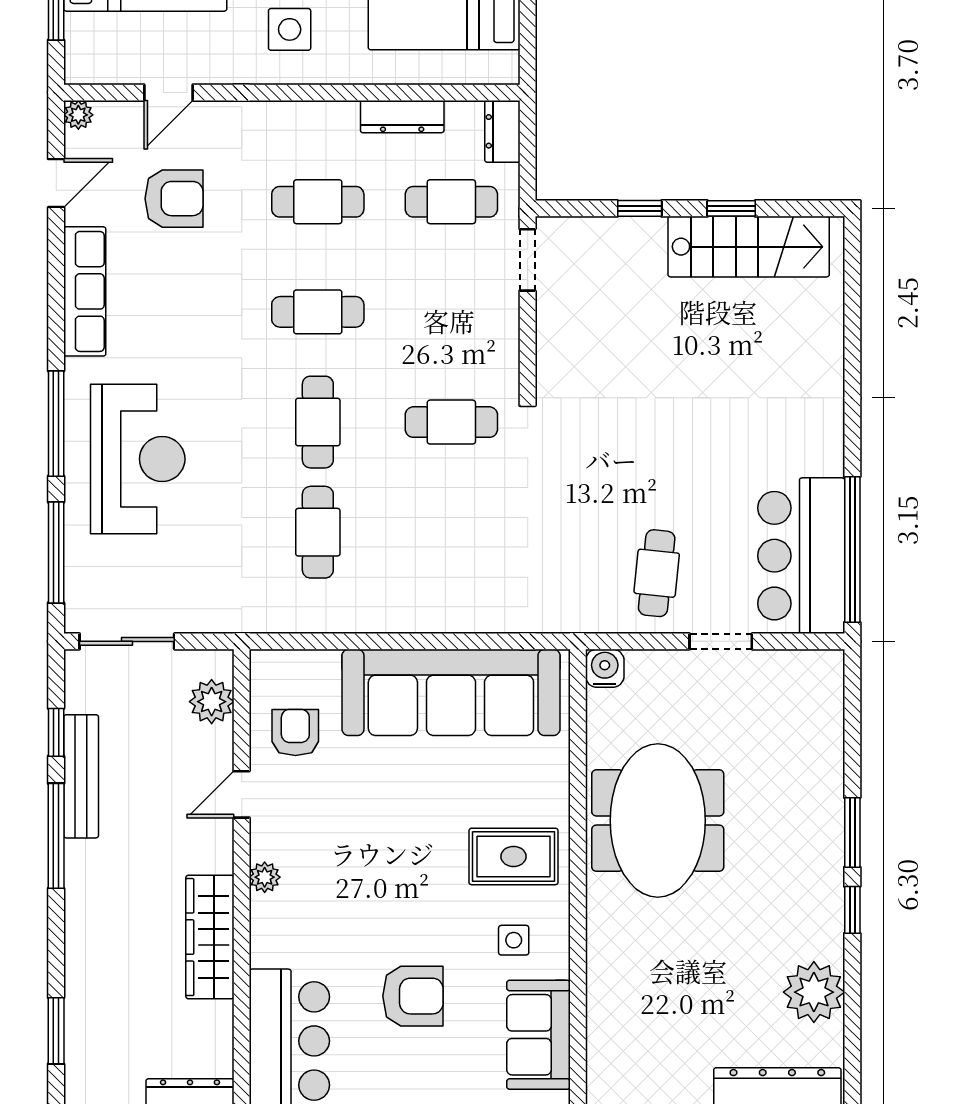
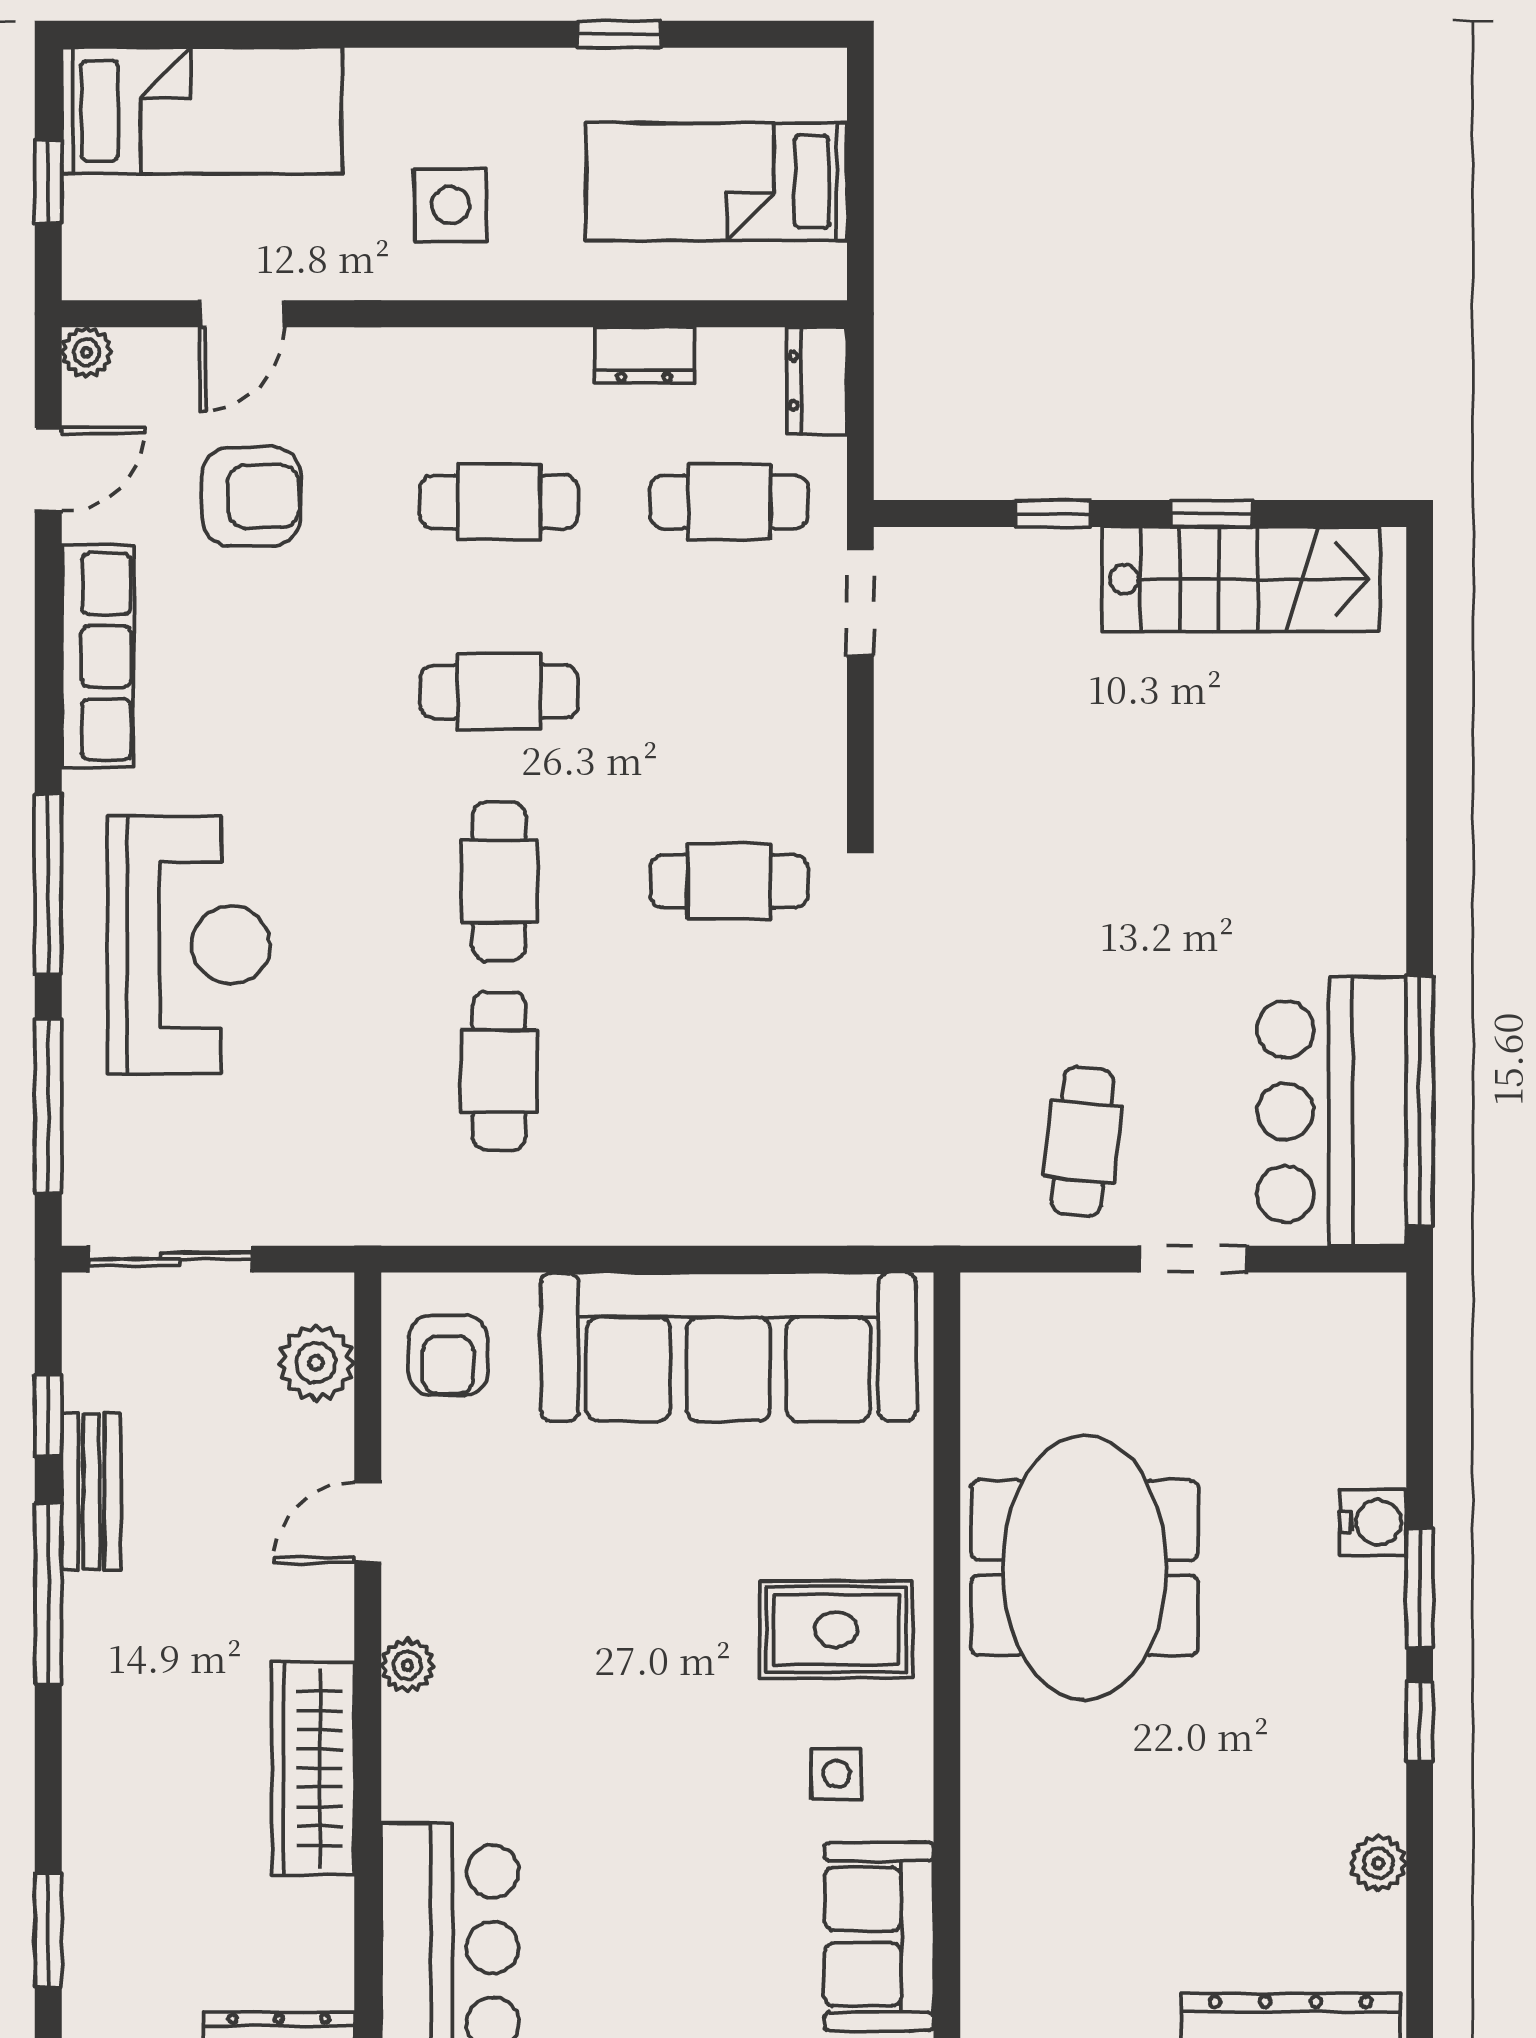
dresser: (402, 117) -> (644, 355), width x0.70
water cooler: (605, 668) -> (1373, 1522), moved, turned 90
armchair: (295, 732) -> (448, 1355), moved, turned 180
bench: (81, 776) -> (91, 1492), width x0.73
plant: (814, 992) -> (1378, 1863), width x0.53, depth x0.53
armchair: (413, 996) -> (663, 1870), removed

